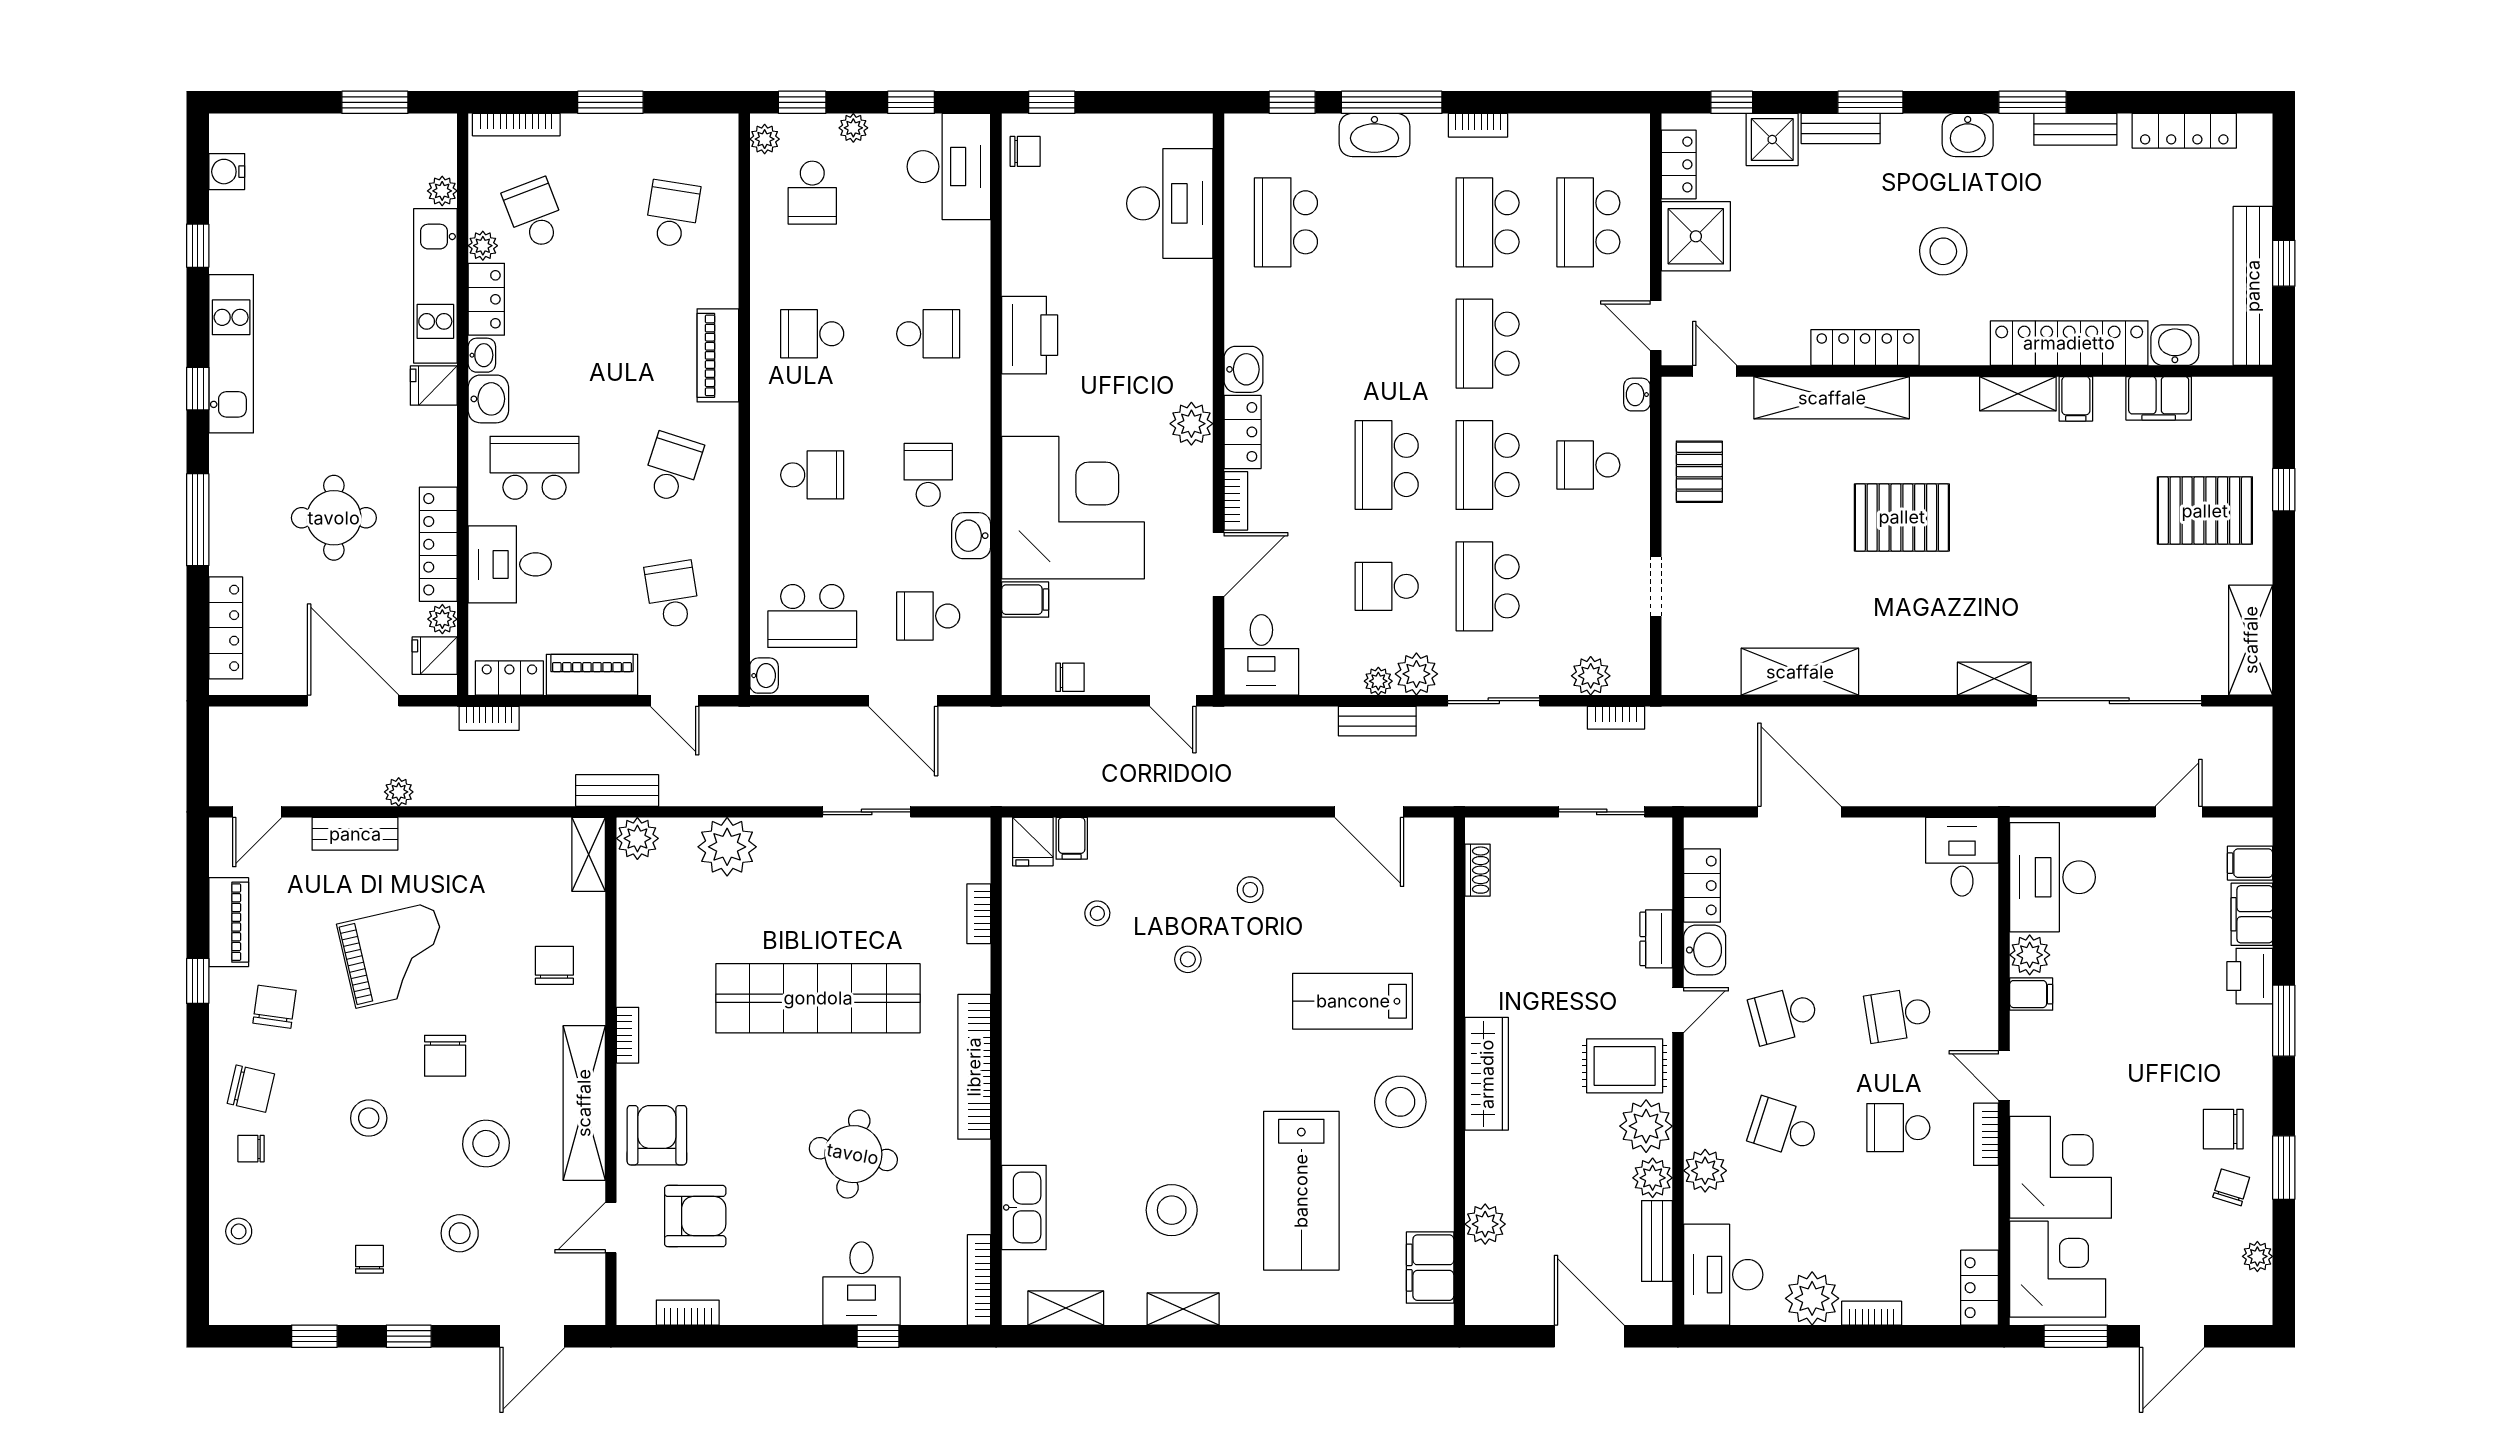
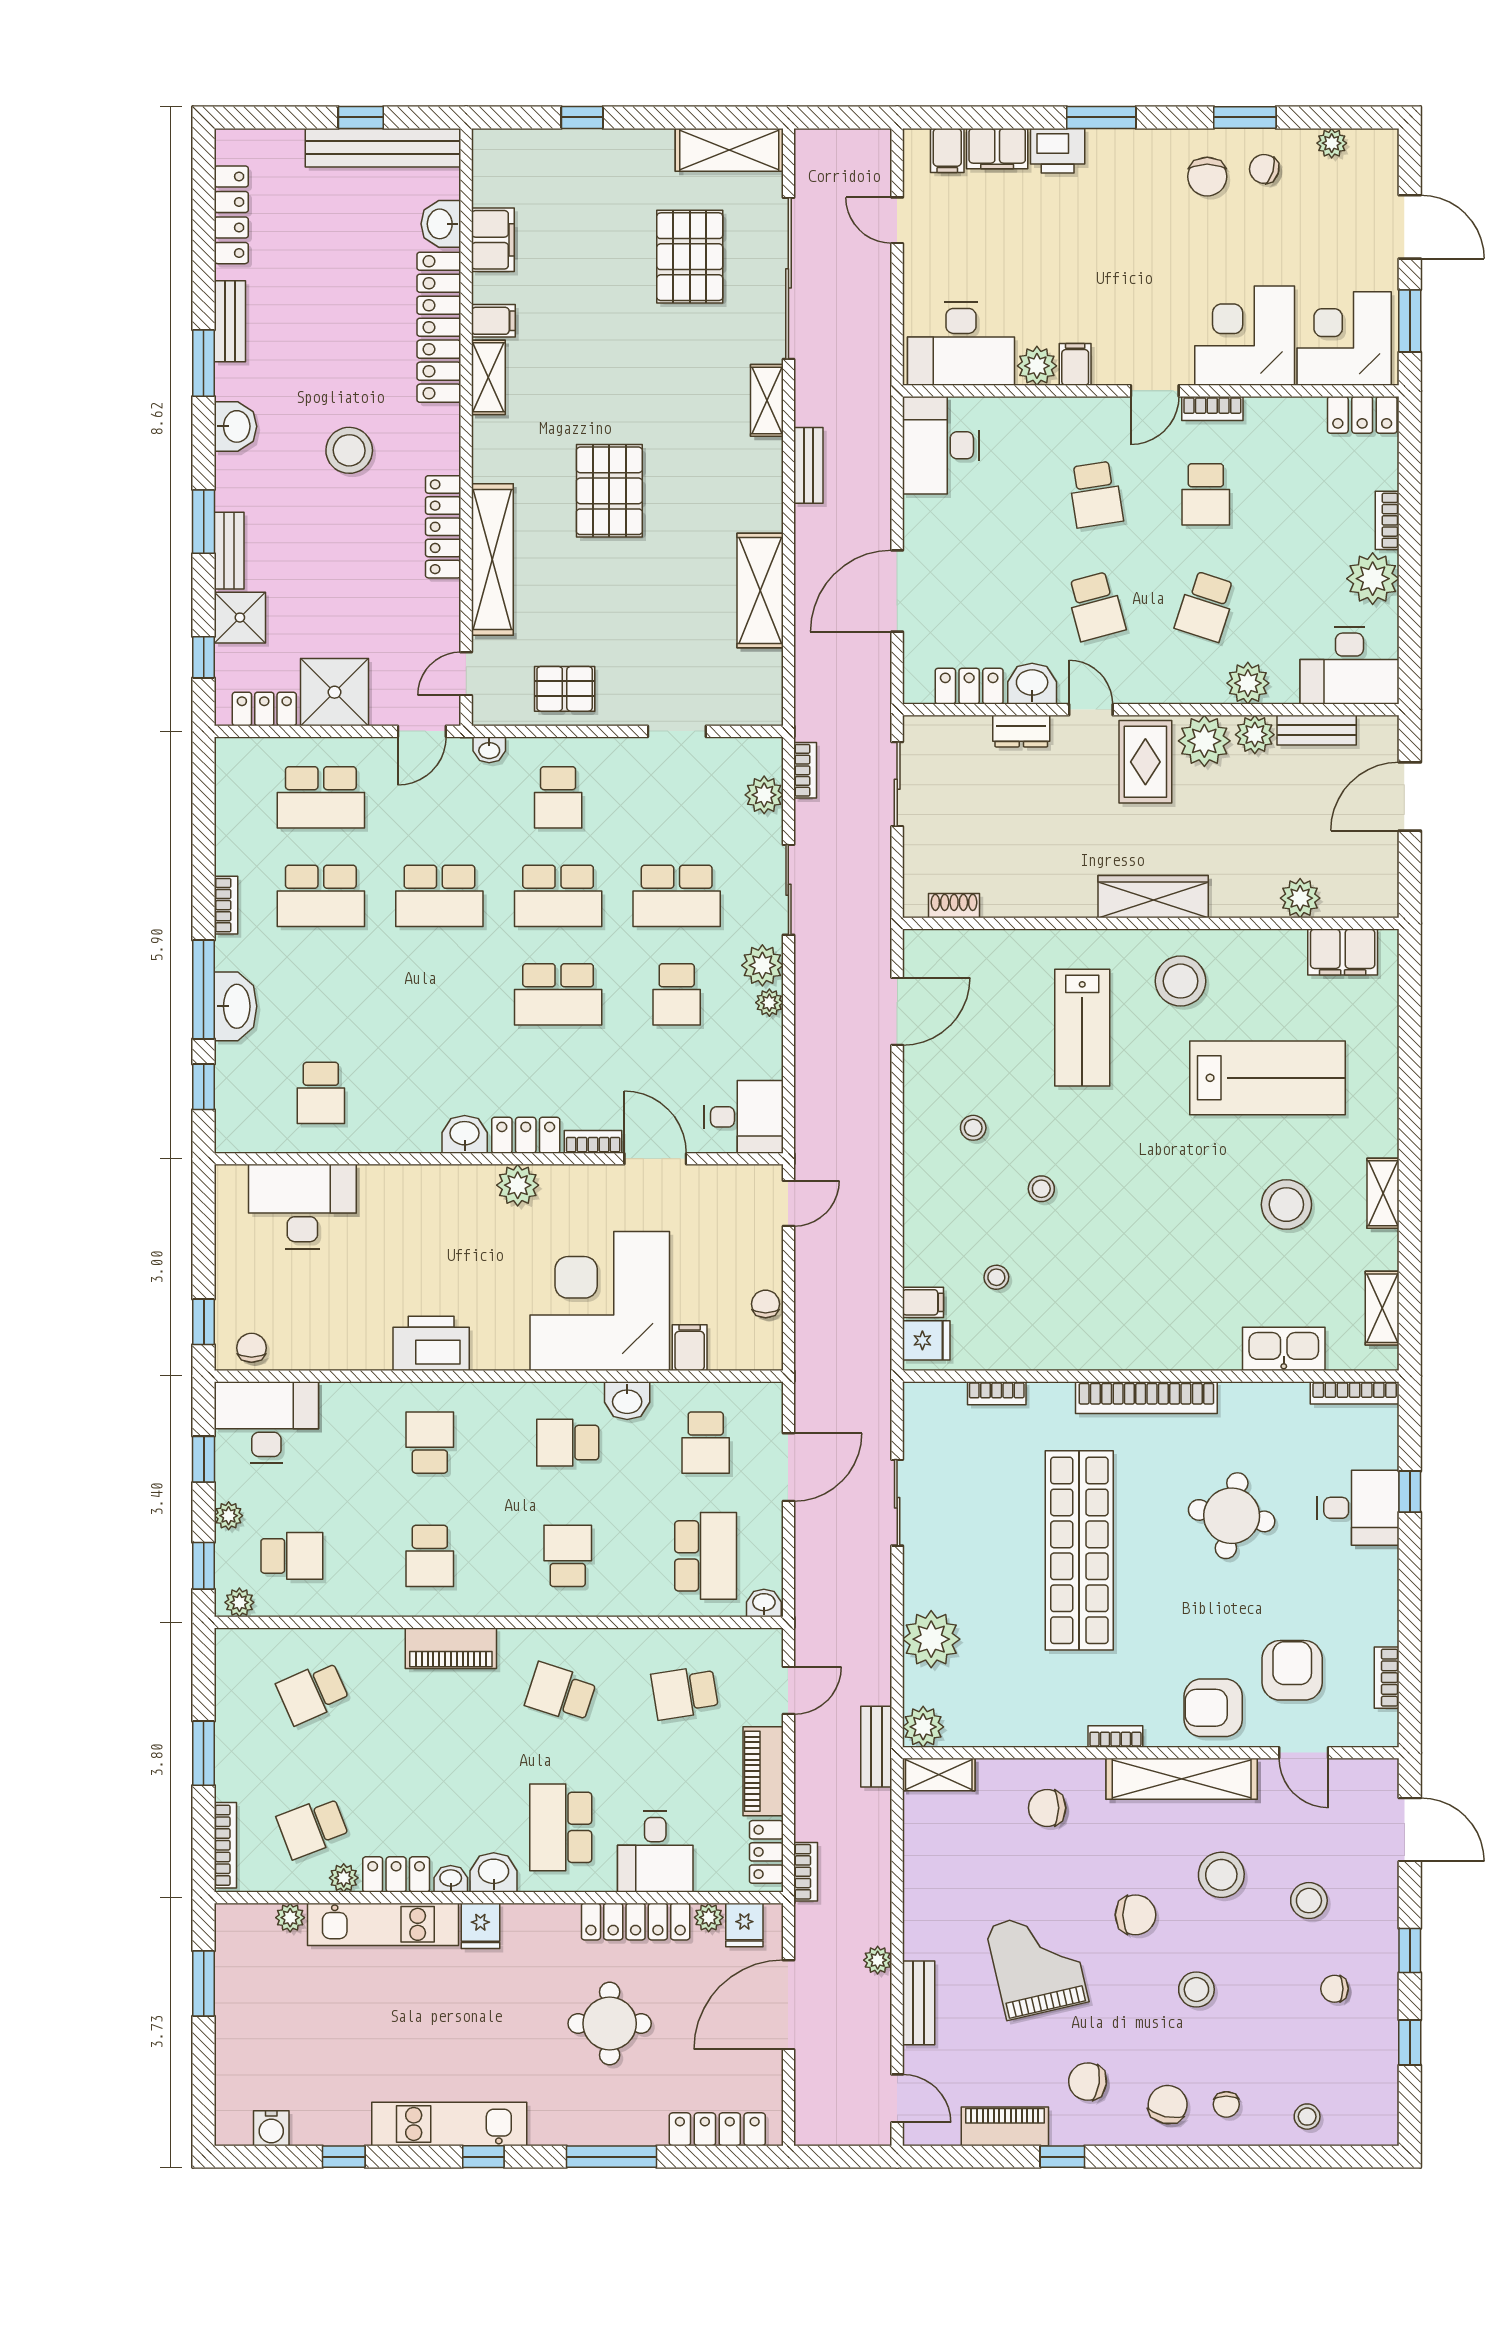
school desk: (672, 214) -> (313, 1693), turned -33
school desk: (1286, 222) -> (321, 1093), width x0.54
pallet: (2205, 511) -> (690, 257), moved
bench: (1377, 721) -> (808, 465), moved
desk: (1962, 857) -> (941, 445), width x1.37

